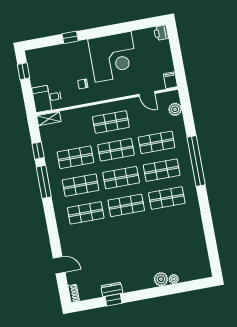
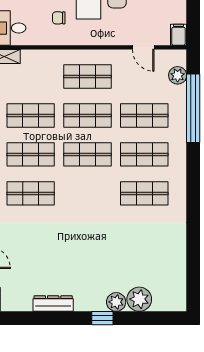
window: (196, 161) -> (193, 108), moved
shop shelf: (126, 205) -> (87, 193), removed
plant: (174, 279) -> (139, 299), width x1.88, depth x1.88
dresser: (112, 289) -> (53, 304), width x1.44
window: (113, 300) -> (102, 318), moved

